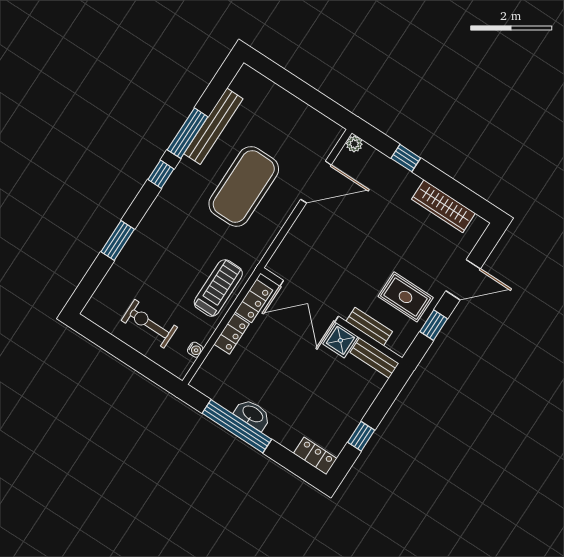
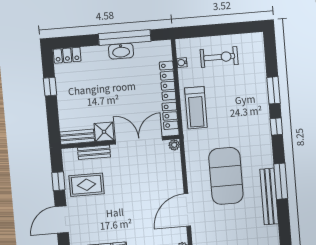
window: (161, 174) -> (276, 126), moved
plant: (274, 266) -> (174, 145), added
locker: (232, 334) -> (168, 81), width x1.53

